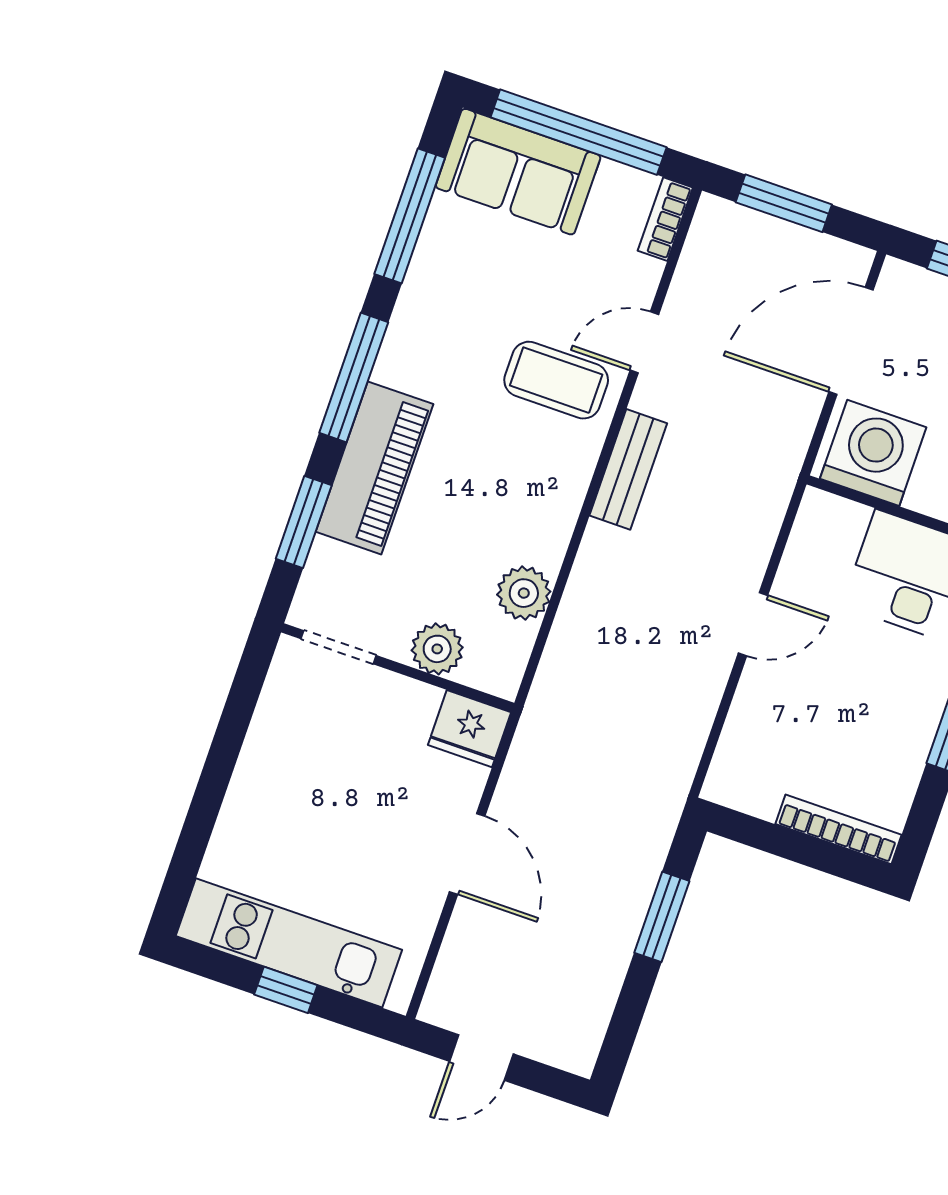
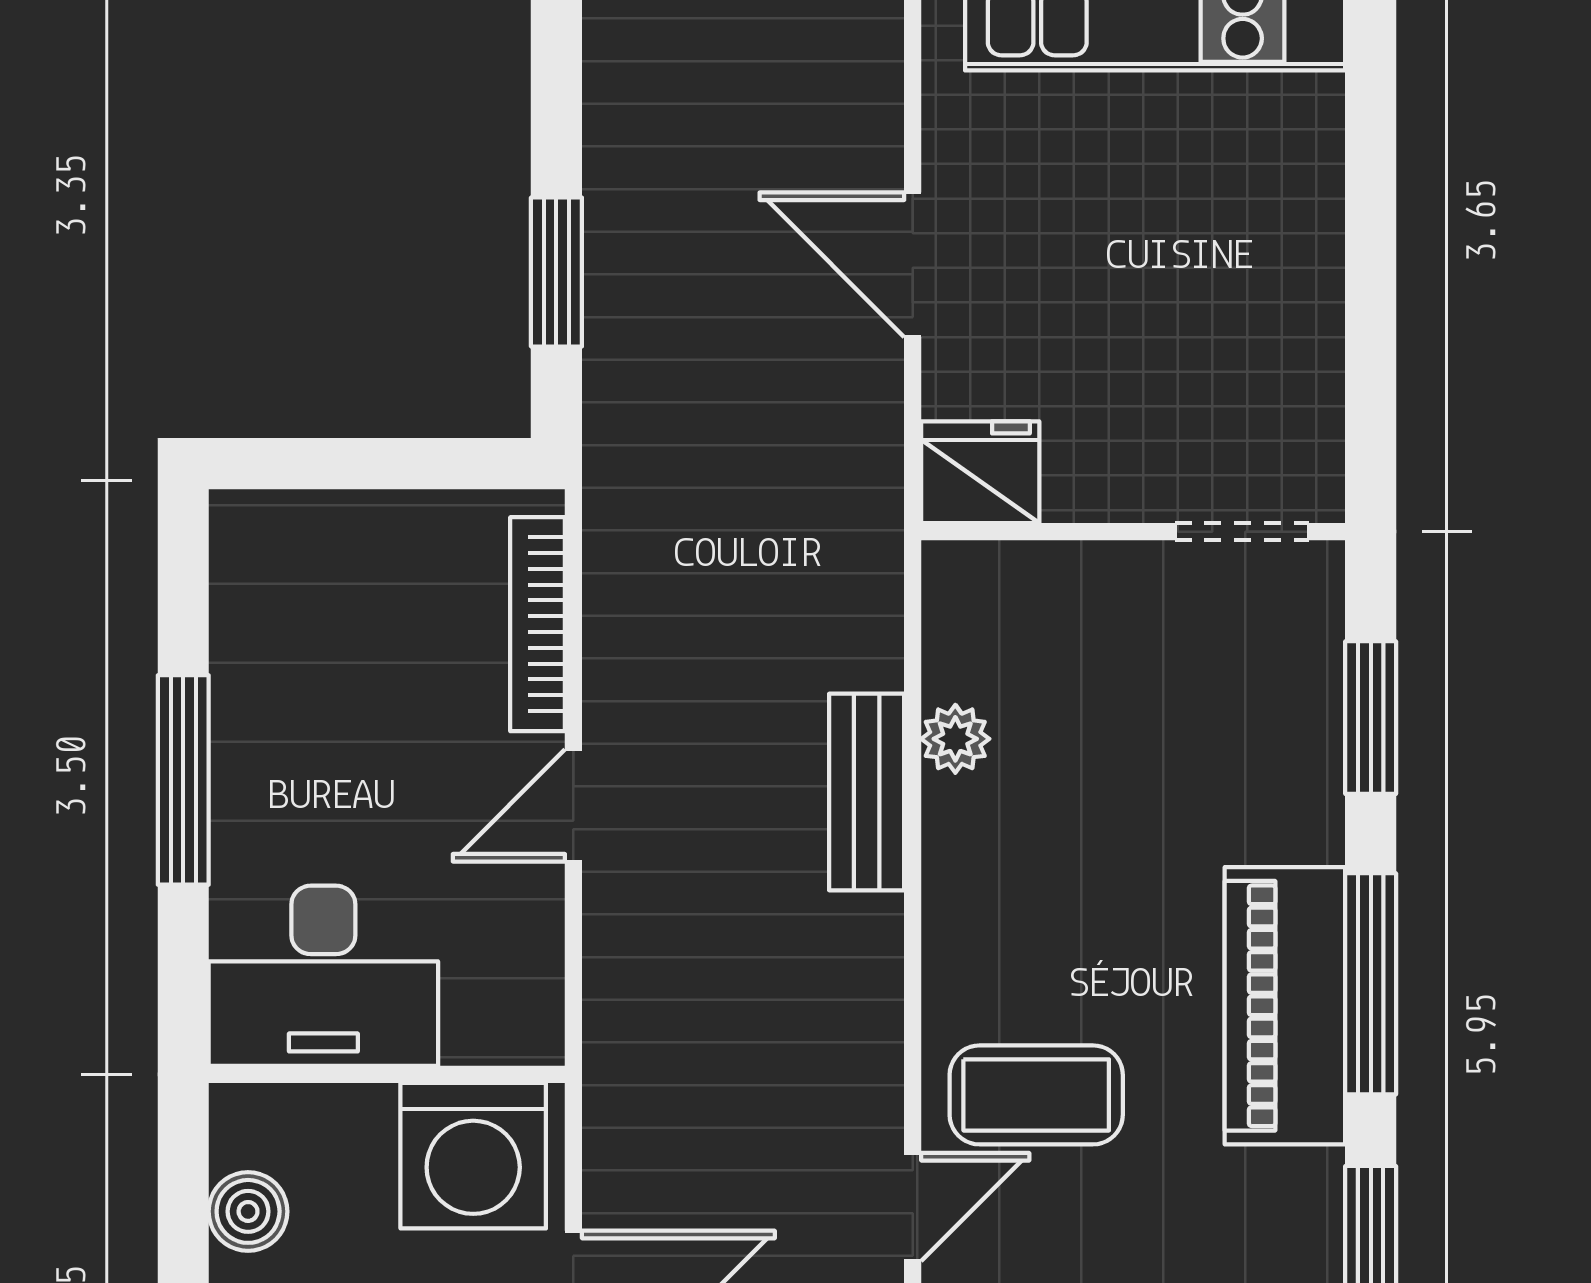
piano: (375, 468) -> (1285, 1006), moved
bench: (628, 469) -> (867, 792), moved
plant: (524, 593) -> (955, 739), width x0.73, depth x0.73
plant: (437, 649) -> (1079, 585), removed
bookcase: (839, 829) -> (538, 624), moved, turned 90

